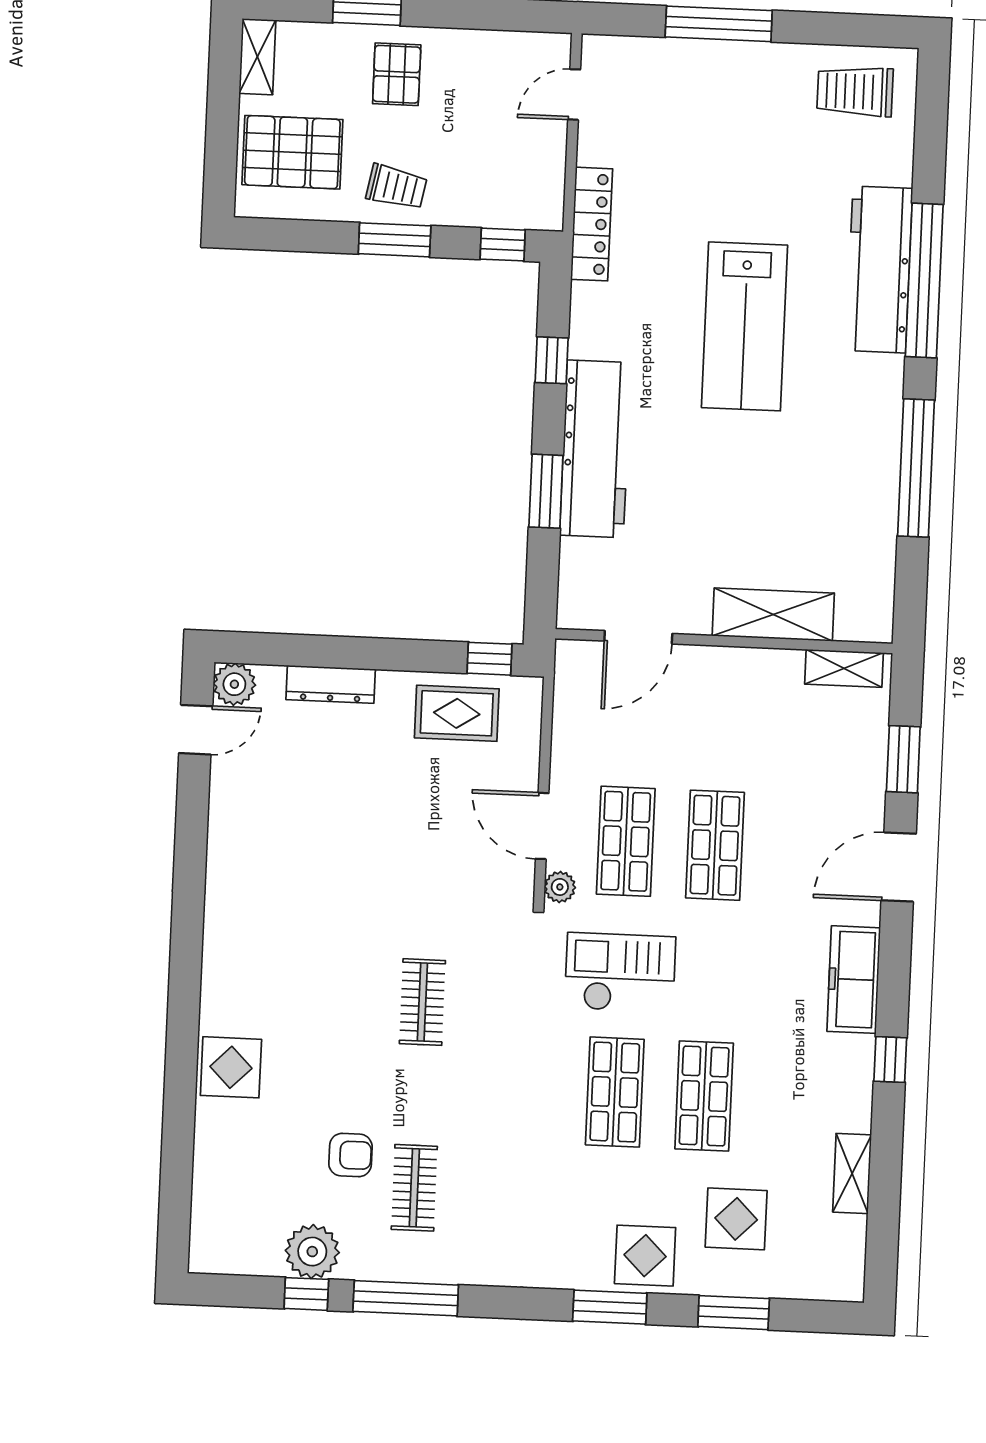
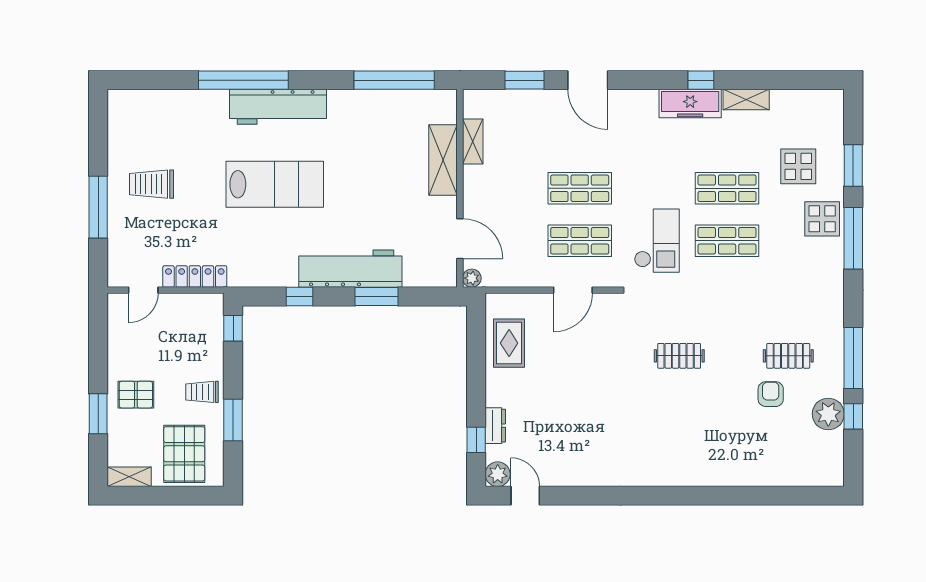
trolley: (855, 91) -> (152, 184), moved, turned 90
door: (574, 94) -> (143, 290), hinge flipped
trolley: (396, 187) -> (202, 392), turned -101
locker: (592, 224) -> (195, 277), moved
window: (395, 240) -> (233, 420), moved
workbench: (879, 269) -> (278, 107), moved
window: (916, 468) -> (394, 80), moved
window: (490, 659) -> (476, 440), moved
shelving: (844, 668) -> (473, 141), moved
dresser: (331, 684) -> (495, 426), width x0.70
plant: (560, 887) -> (472, 278), moved
checkout: (620, 973) -> (657, 241), turned 180
freezer: (854, 980) -> (690, 104), moved
display table: (231, 1067) -> (722, 466), removed
shelving: (852, 1173) -> (746, 100), moved
window: (610, 1307) -> (853, 238), width x1.44

